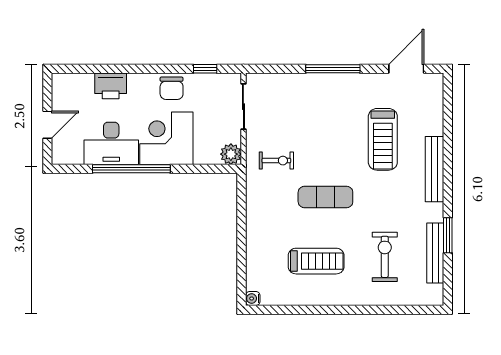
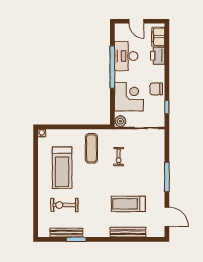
filing cabinet: (76, 85) -> (158, 37), added
corner desk: (166, 138) -> (129, 97), moved
exercise bike: (276, 161) -> (119, 157), moved
bench: (435, 169) -> (128, 232), moved
exercise mat: (325, 197) -> (91, 148), moved
exercise bike: (385, 257) -> (64, 205), turned 180
treadmill: (316, 261) -> (62, 168), width x1.37, depth x1.38

